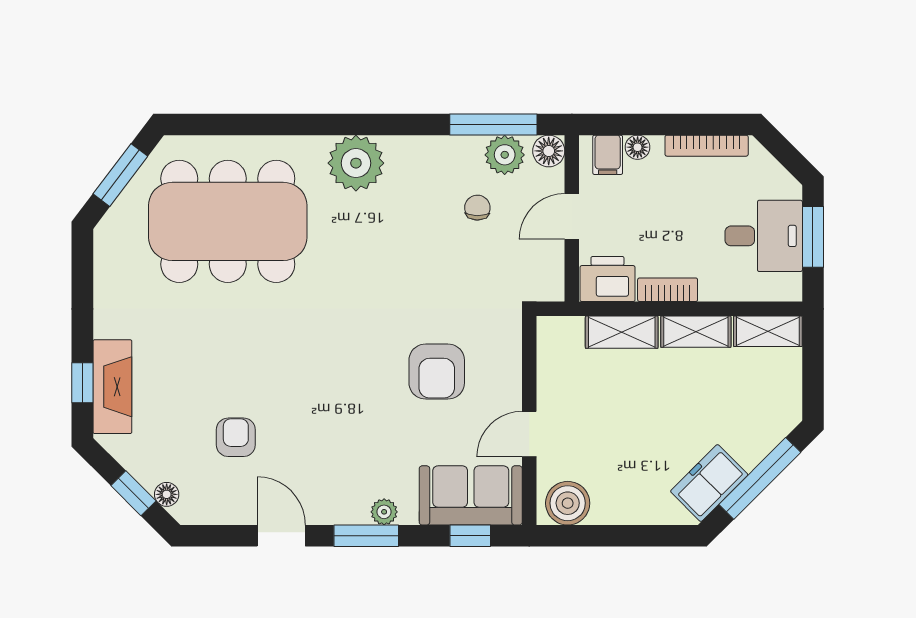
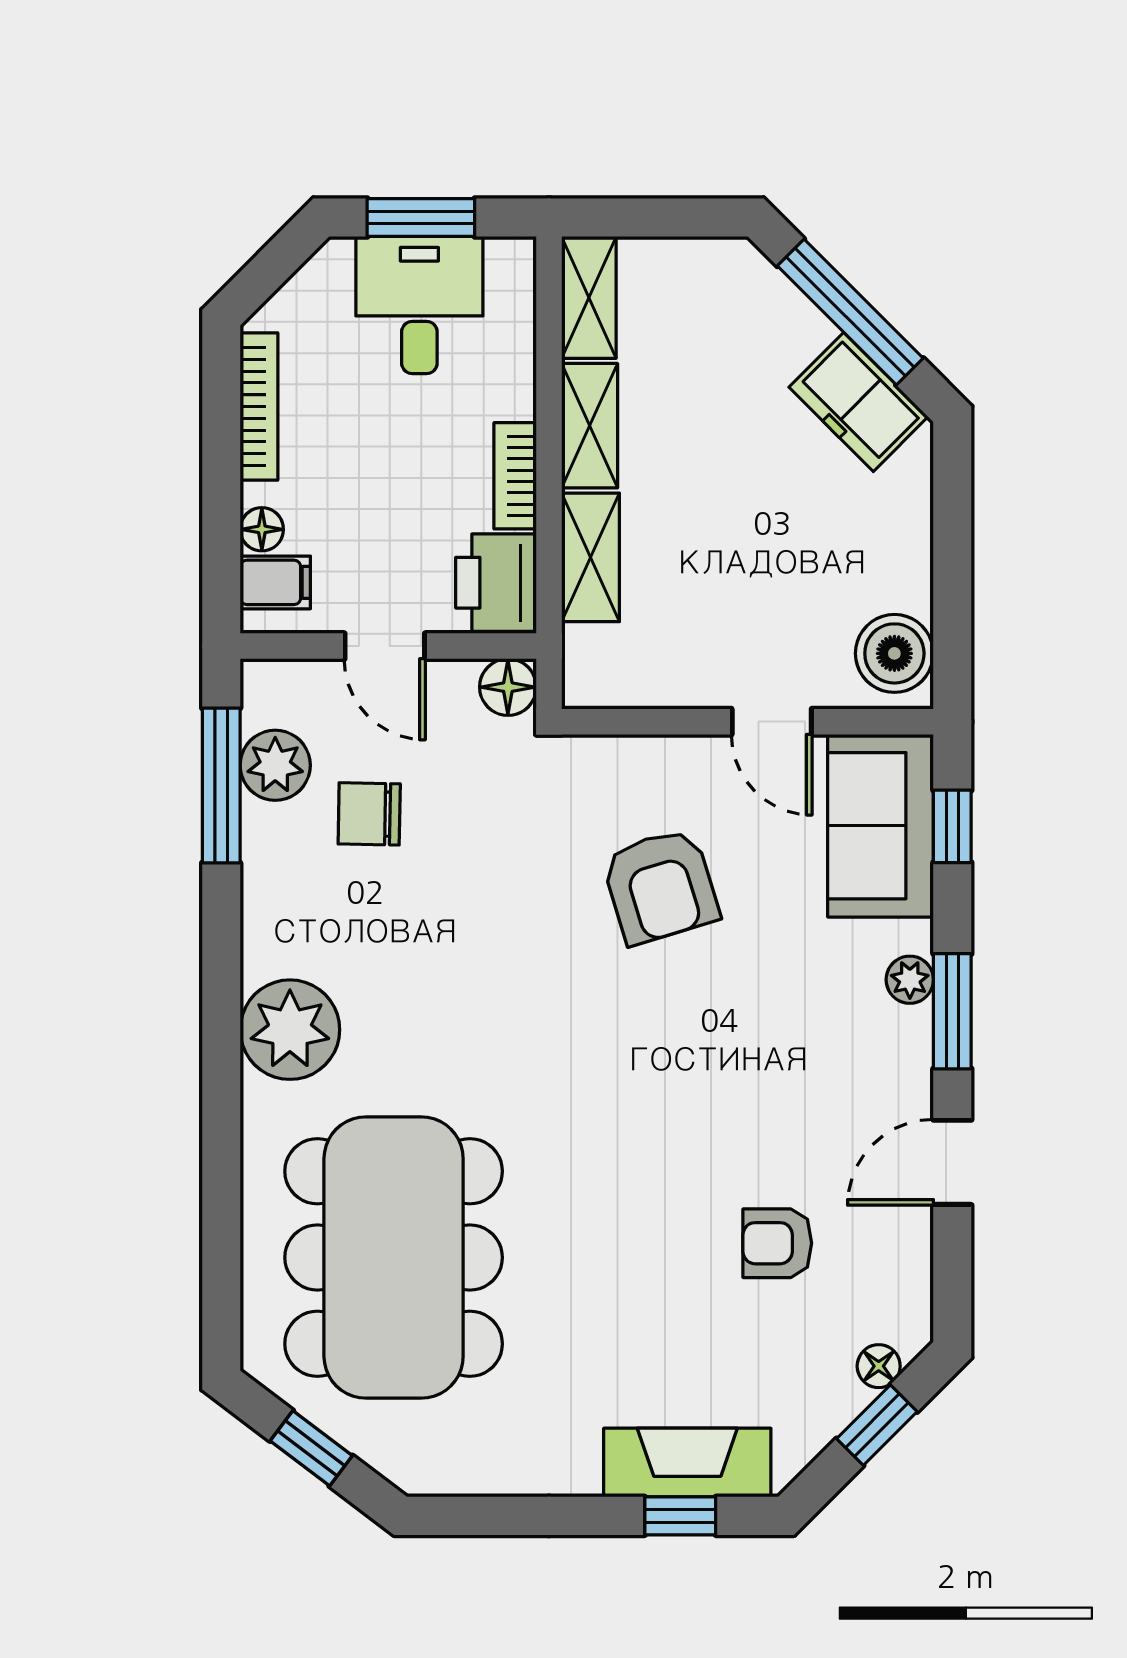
floor lamp: (549, 151) -> (508, 687), moved
window: (120, 175) -> (311, 1448), width x0.67
chair: (477, 208) -> (369, 814), width x1.37, depth x1.37
armchair: (437, 372) -> (660, 886), turned 73

